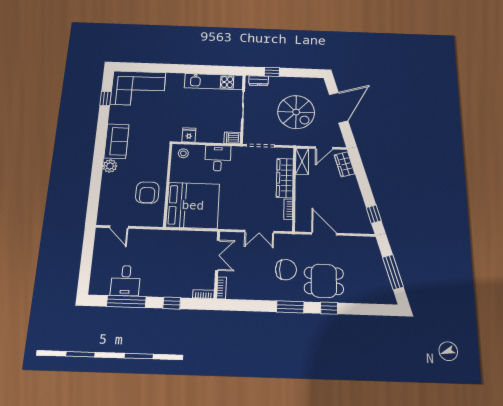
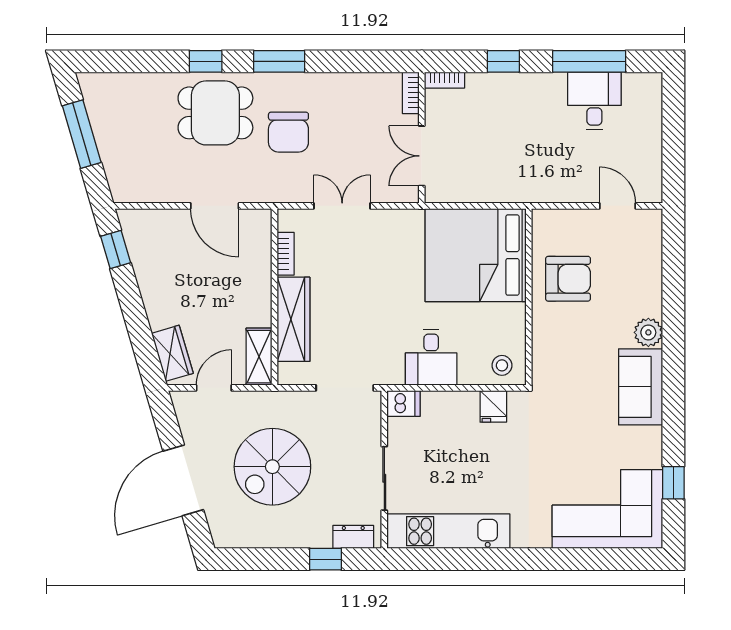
spiral stairs: (296, 112) -> (272, 467), turned -90
armchair: (147, 193) -> (568, 279), turned 90
chair: (286, 270) -> (288, 132), turned -90

